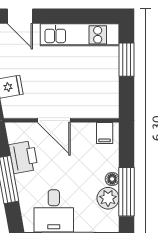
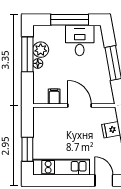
filing cabinet: (105, 133) -> (54, 97), moved
printer: (23, 157) -> (102, 79), removed

